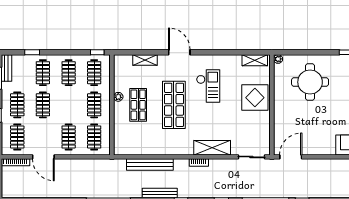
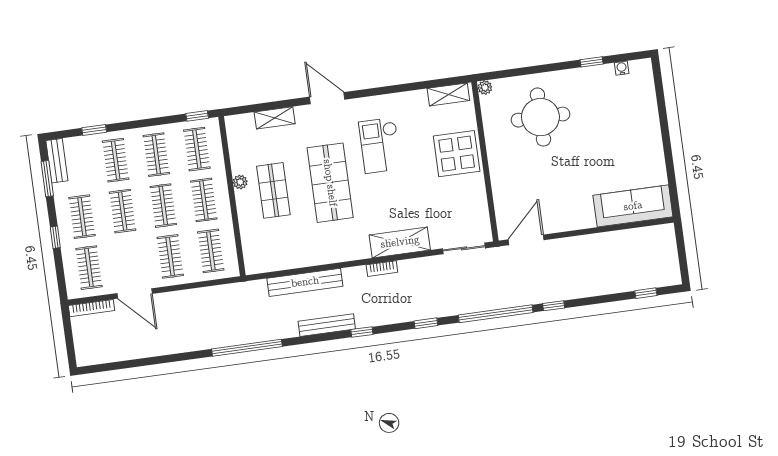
checkout: (208, 86) -> (380, 145), turned 180
clothes rail: (69, 105) -> (163, 206), added

